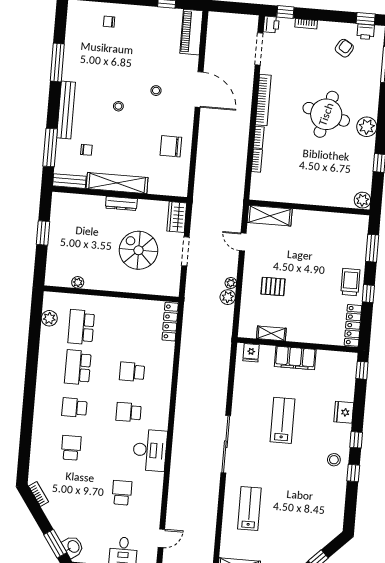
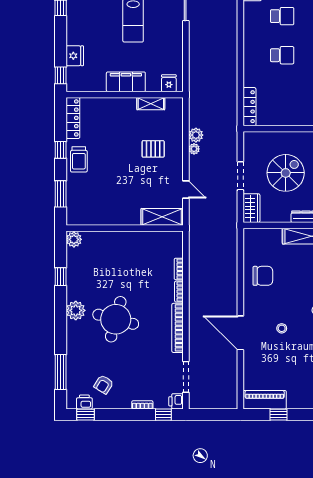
piano: (191, 32) -> (265, 400), moved, turned -90
spiral stairs: (139, 250) -> (286, 173), turned -90
fridge: (344, 412) -> (75, 56), moved

